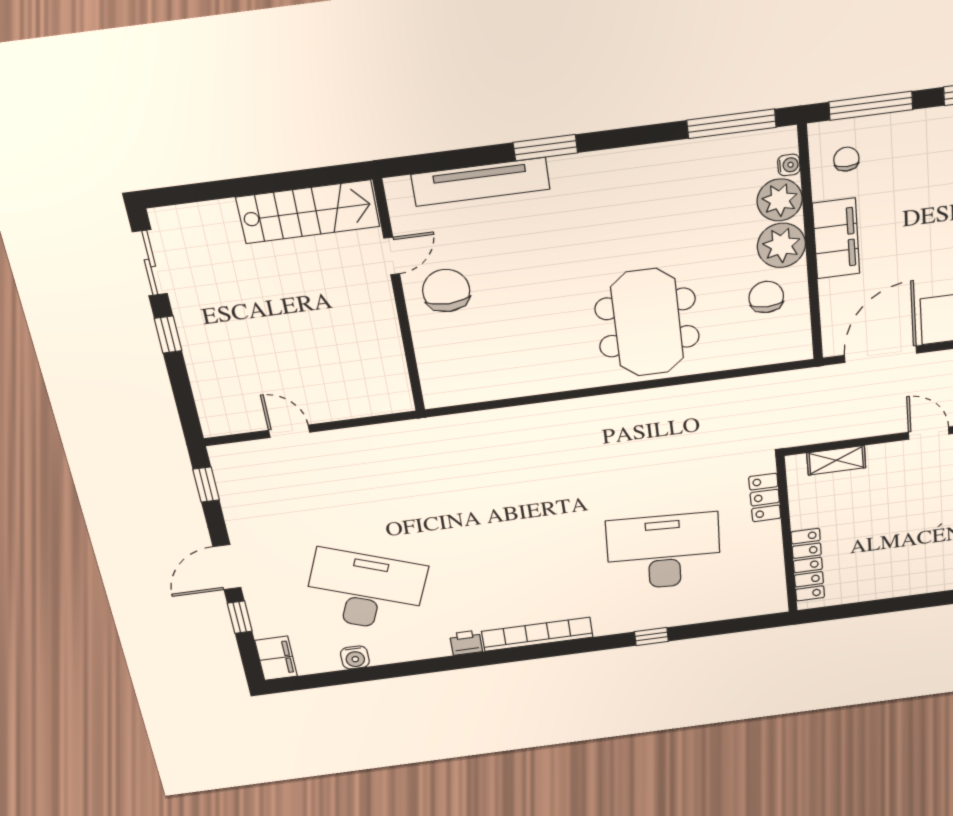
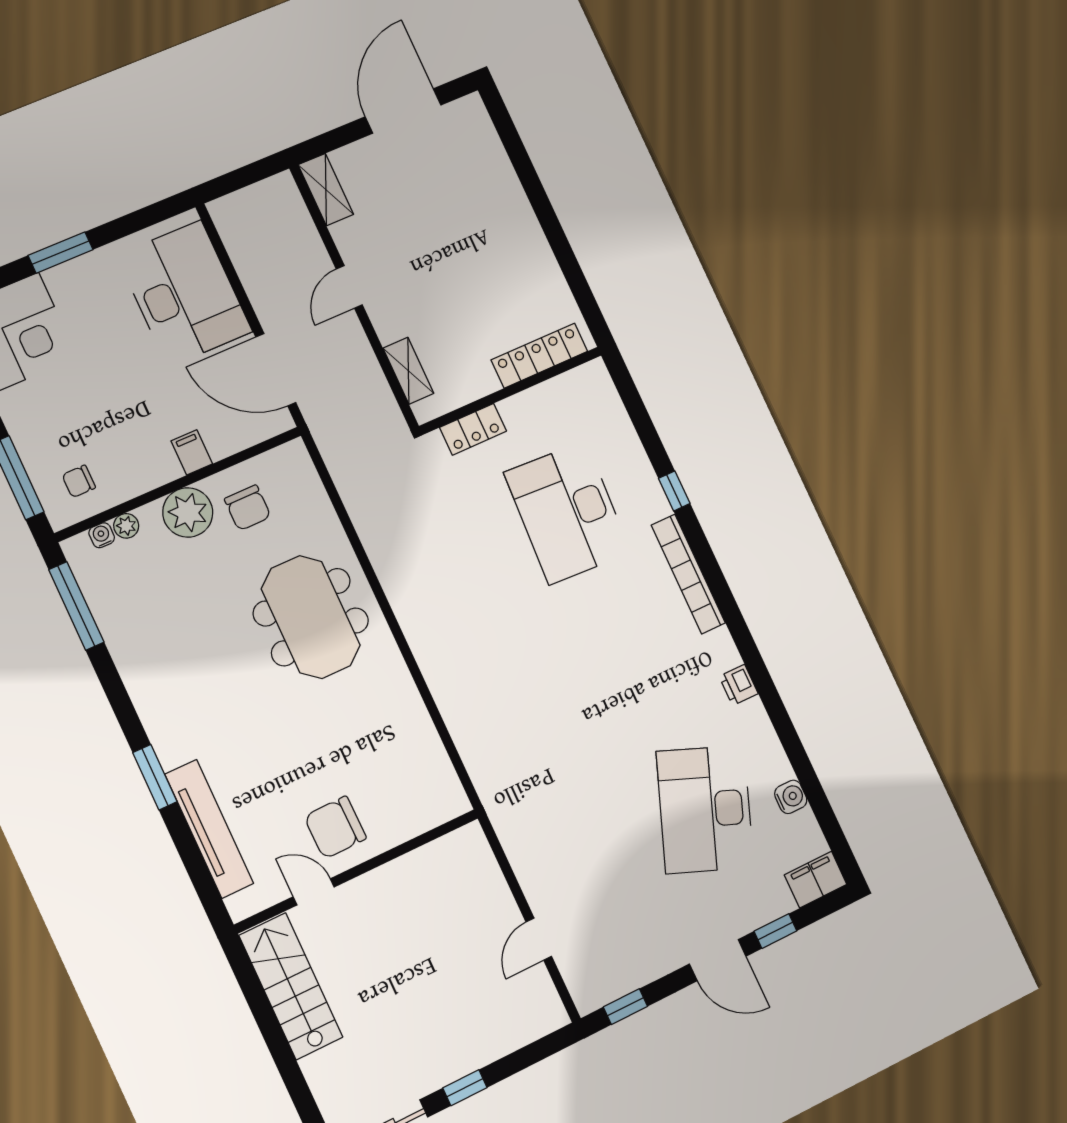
plant: (780, 200) -> (126, 526), width x0.53, depth x0.53
filing cabinet: (836, 239) -> (192, 452), width x0.33, depth x0.86
chair: (766, 297) -> (248, 508), turned -90
meeting table: (647, 323) -> (311, 617), turned 90
bookcase: (537, 634) -> (688, 574), moved

